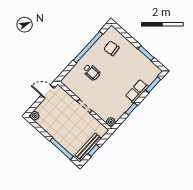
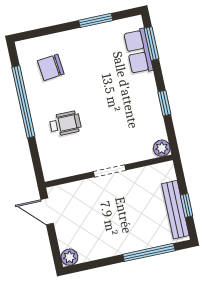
row of seats: (137, 91) -> (138, 51), moved
door: (48, 92) -> (47, 211), hinge flipped

